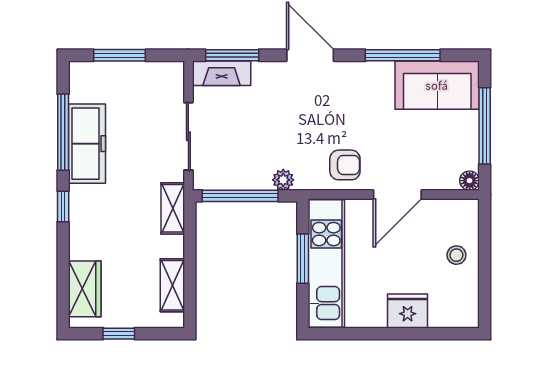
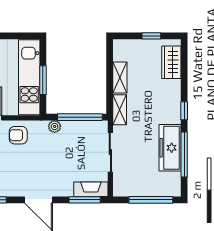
window: (120, 55) -> (151, 200), width x1.44
shelving: (172, 285) -> (120, 78), moved

